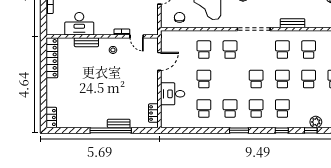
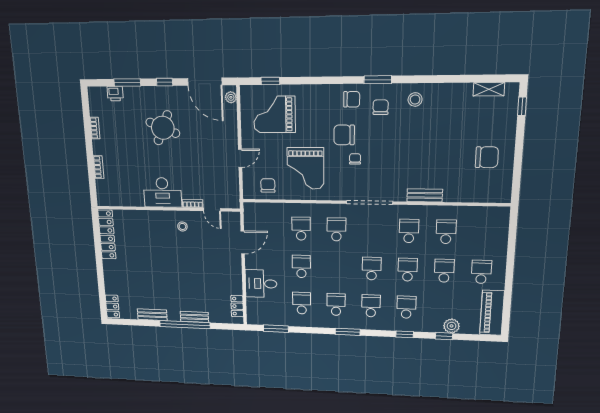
desk: (79, 24) -> (162, 192), moved
bench: (86, 42) -> (152, 315), moved
window: (184, 130) -> (276, 329), added

